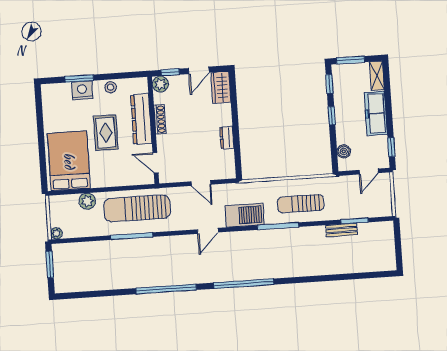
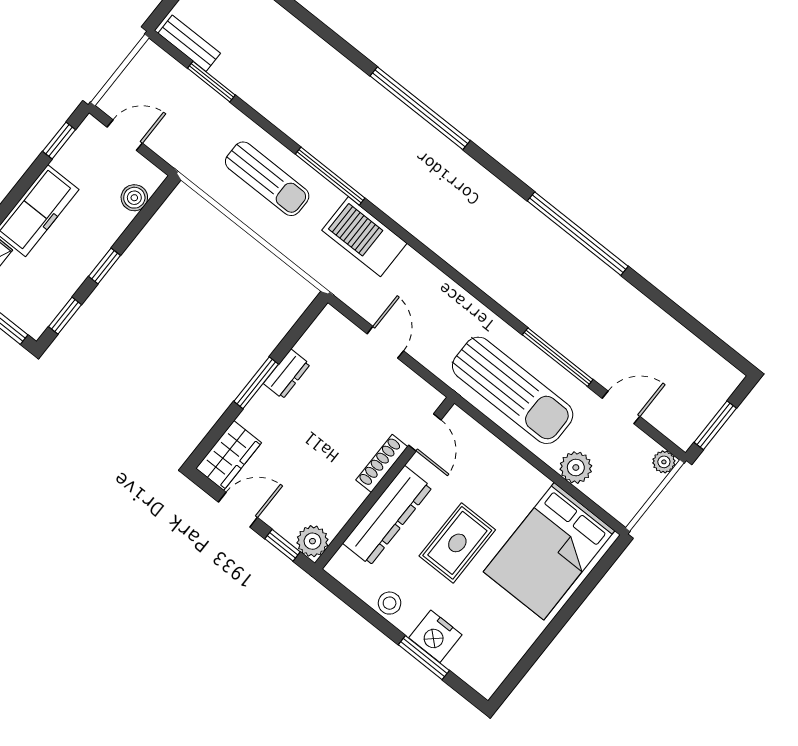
shoe rack: (160, 119) -> (382, 463), moved
window: (235, 124) -> (256, 383), added
bench: (341, 230) -> (189, 43), moved
door: (208, 231) -> (621, 407), moved
window: (244, 284) -> (420, 108), moved

